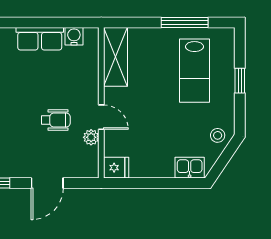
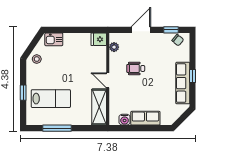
lab bench: (194, 71) -> (51, 99), turned 90
door: (101, 117) -> (108, 80), moved
plant: (91, 137) -> (114, 47), moved

